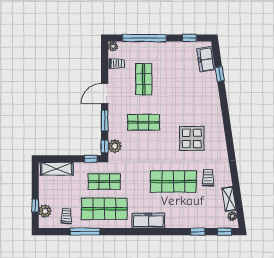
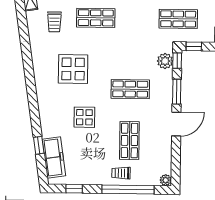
freezer: (206, 59) -> (54, 157), width x1.40
trolley: (117, 64) -> (121, 173), moved
display table: (182, 98) -> (84, 117), added
shop shelf: (173, 182) -> (96, 18), width x0.70, depth x0.74

